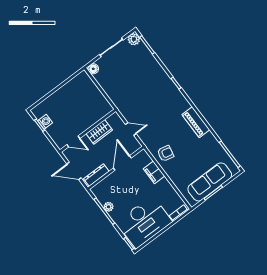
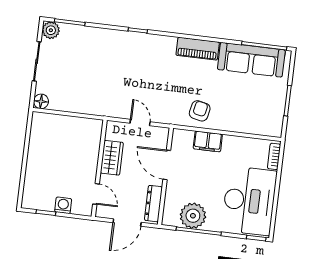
washing machine: (45, 122) -> (63, 205), moved
door: (131, 129) -> (140, 122), hinge flipped
door: (73, 141) -> (96, 194), hinge flipped
sofa: (210, 182) -> (251, 60), moved, turned -90
plant: (109, 207) -> (193, 216), width x1.87, depth x1.87

